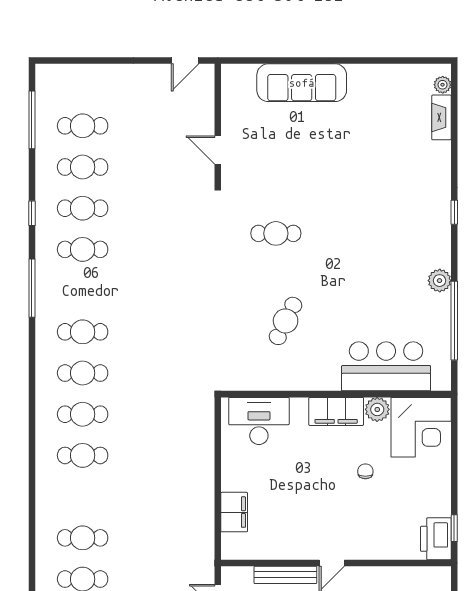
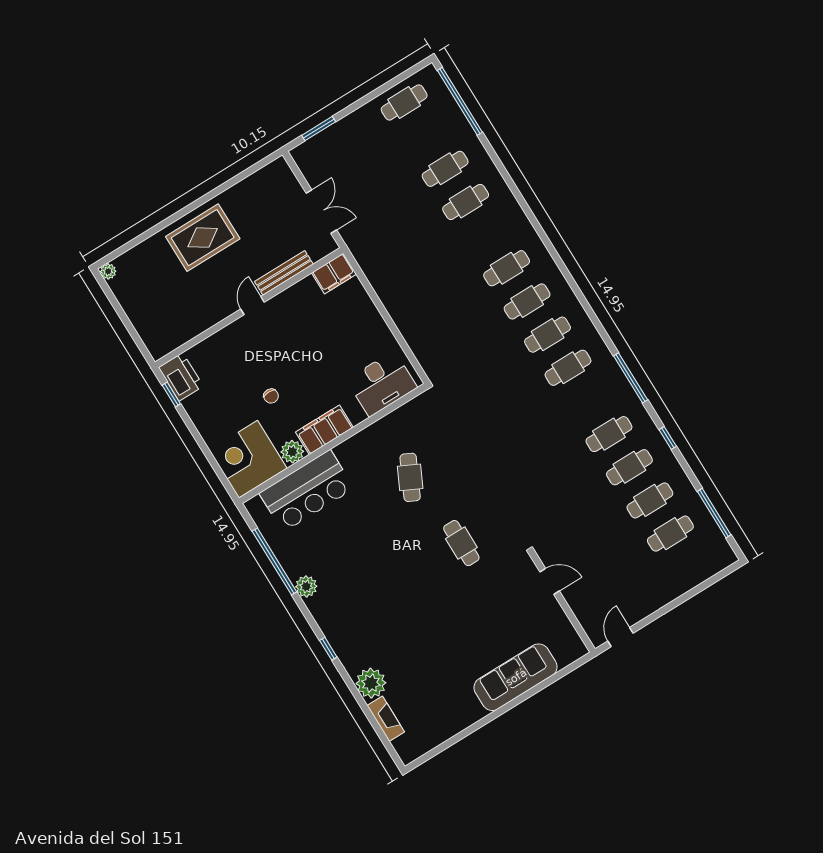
plant: (443, 85) -> (371, 683), moved, width x1.87, depth x1.87
cafe table: (276, 233) -> (461, 543), turned 90
filing cabinet: (234, 512) -> (334, 273), moved, turned -90

